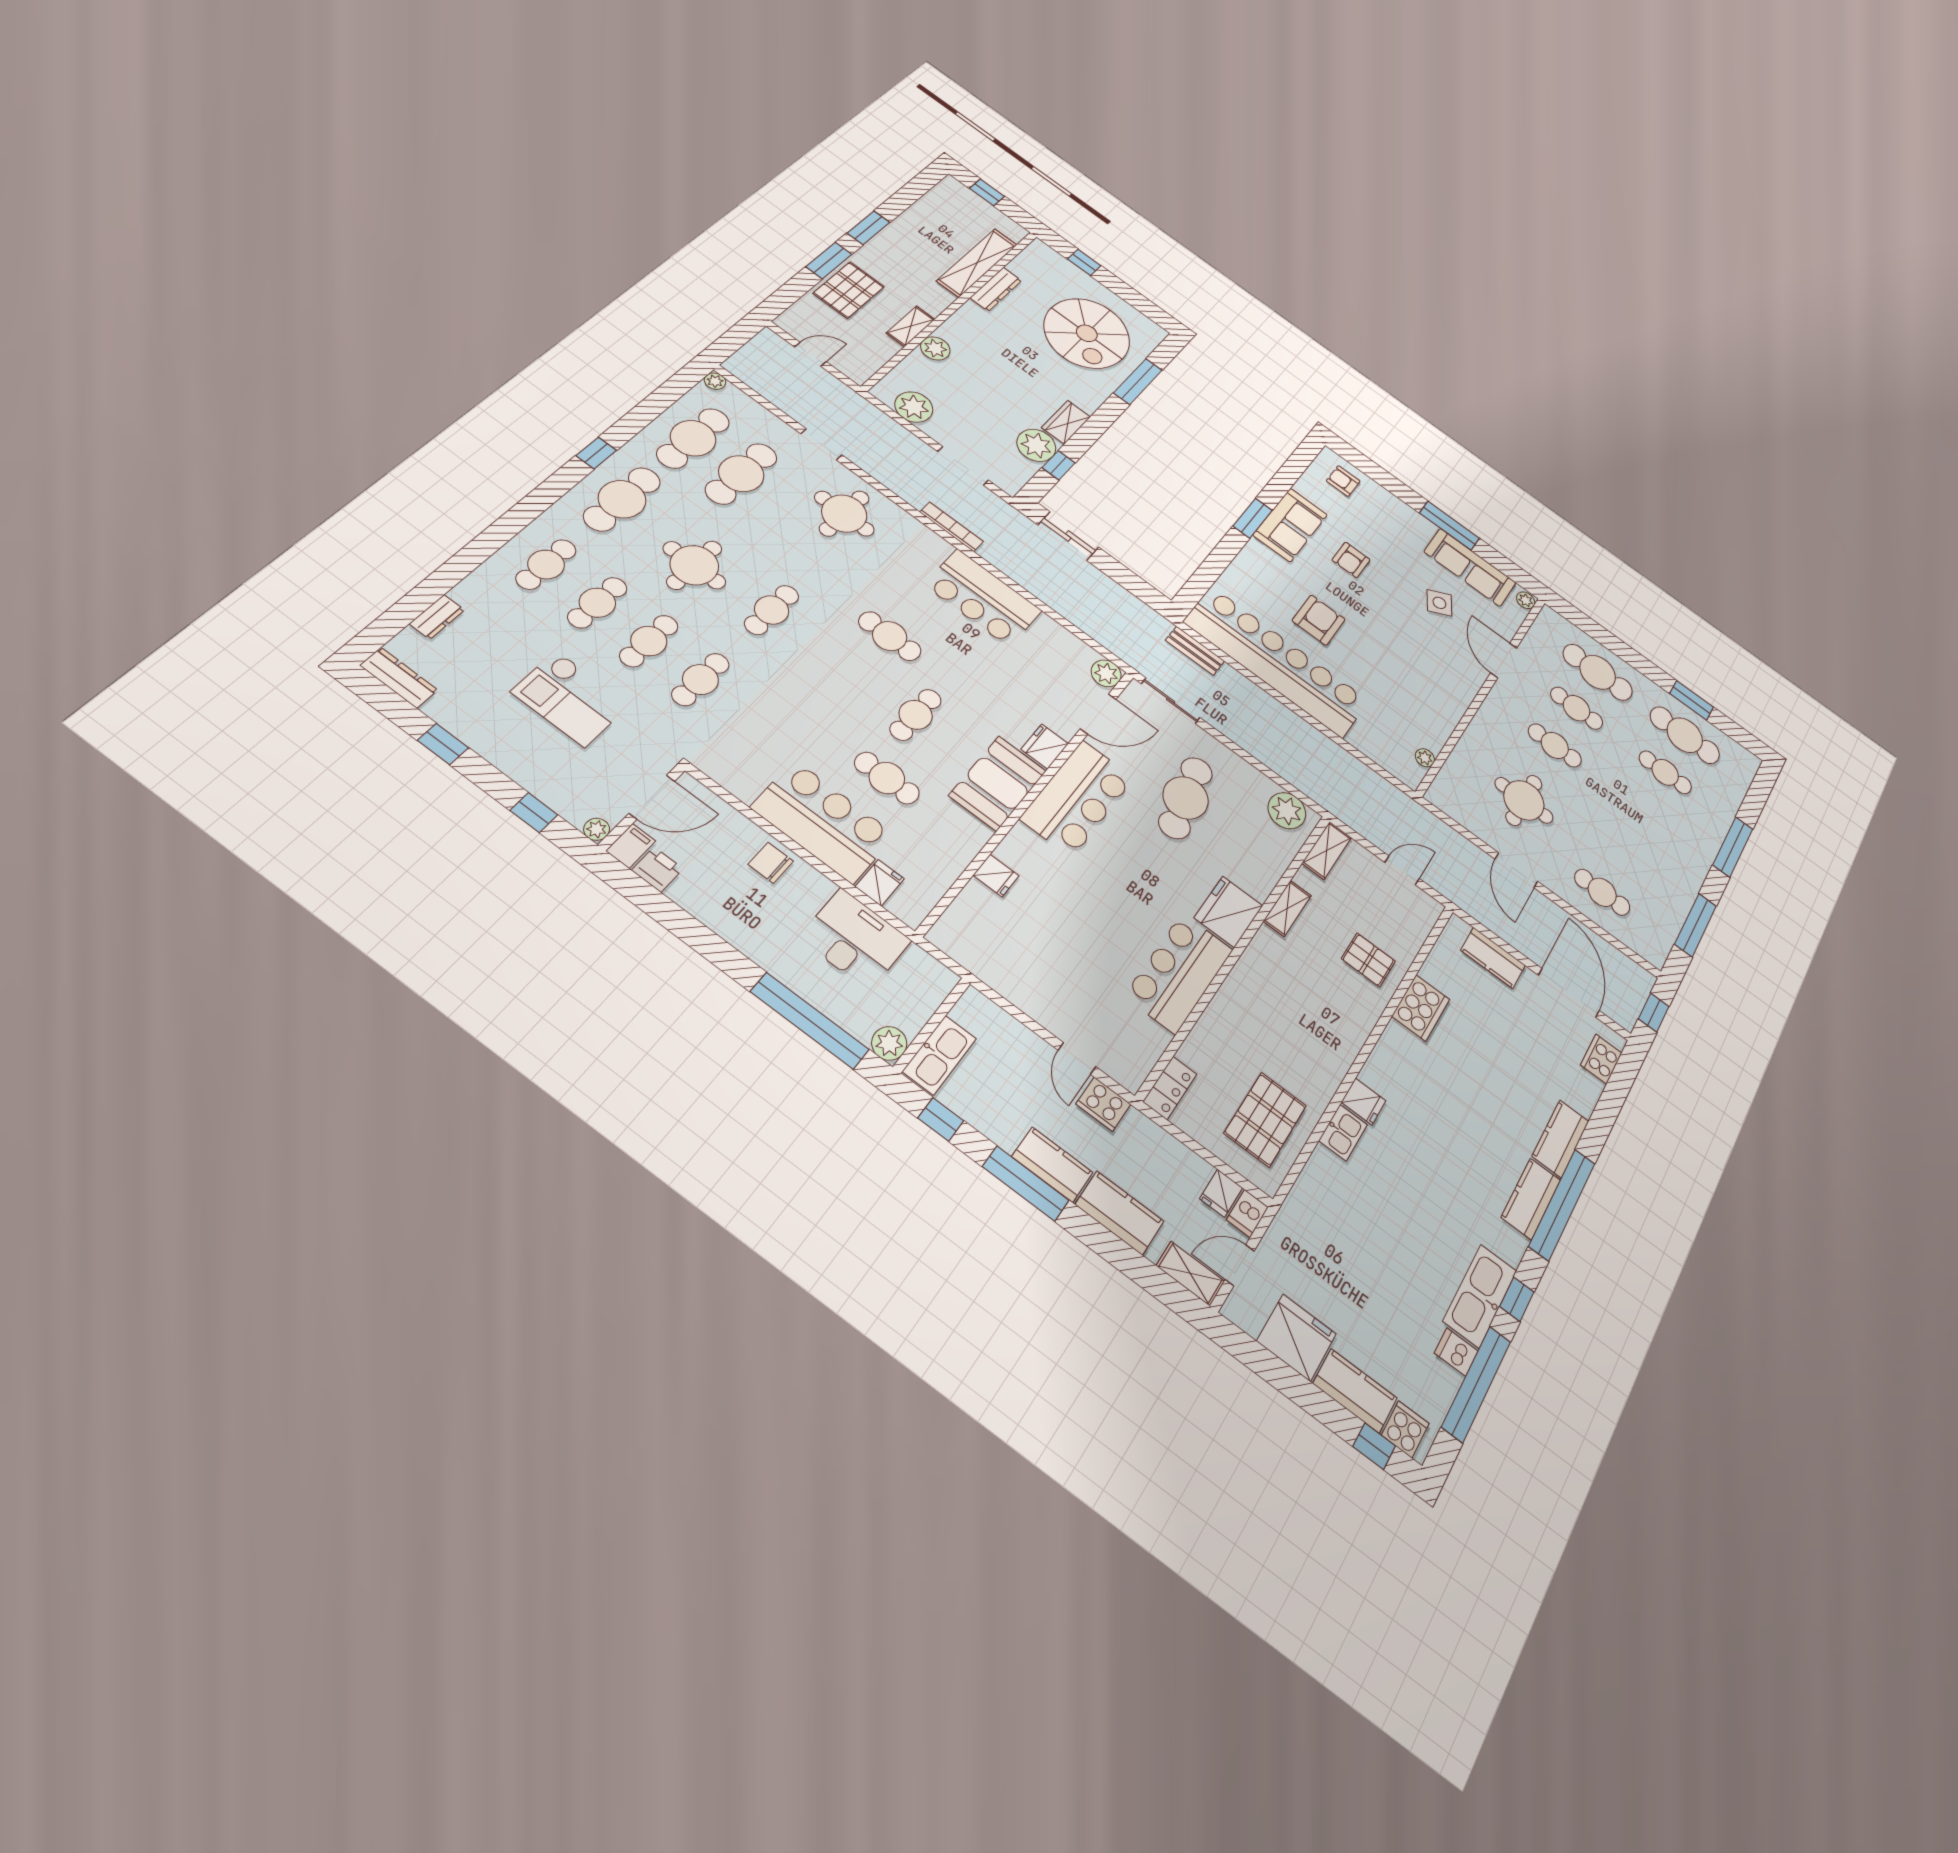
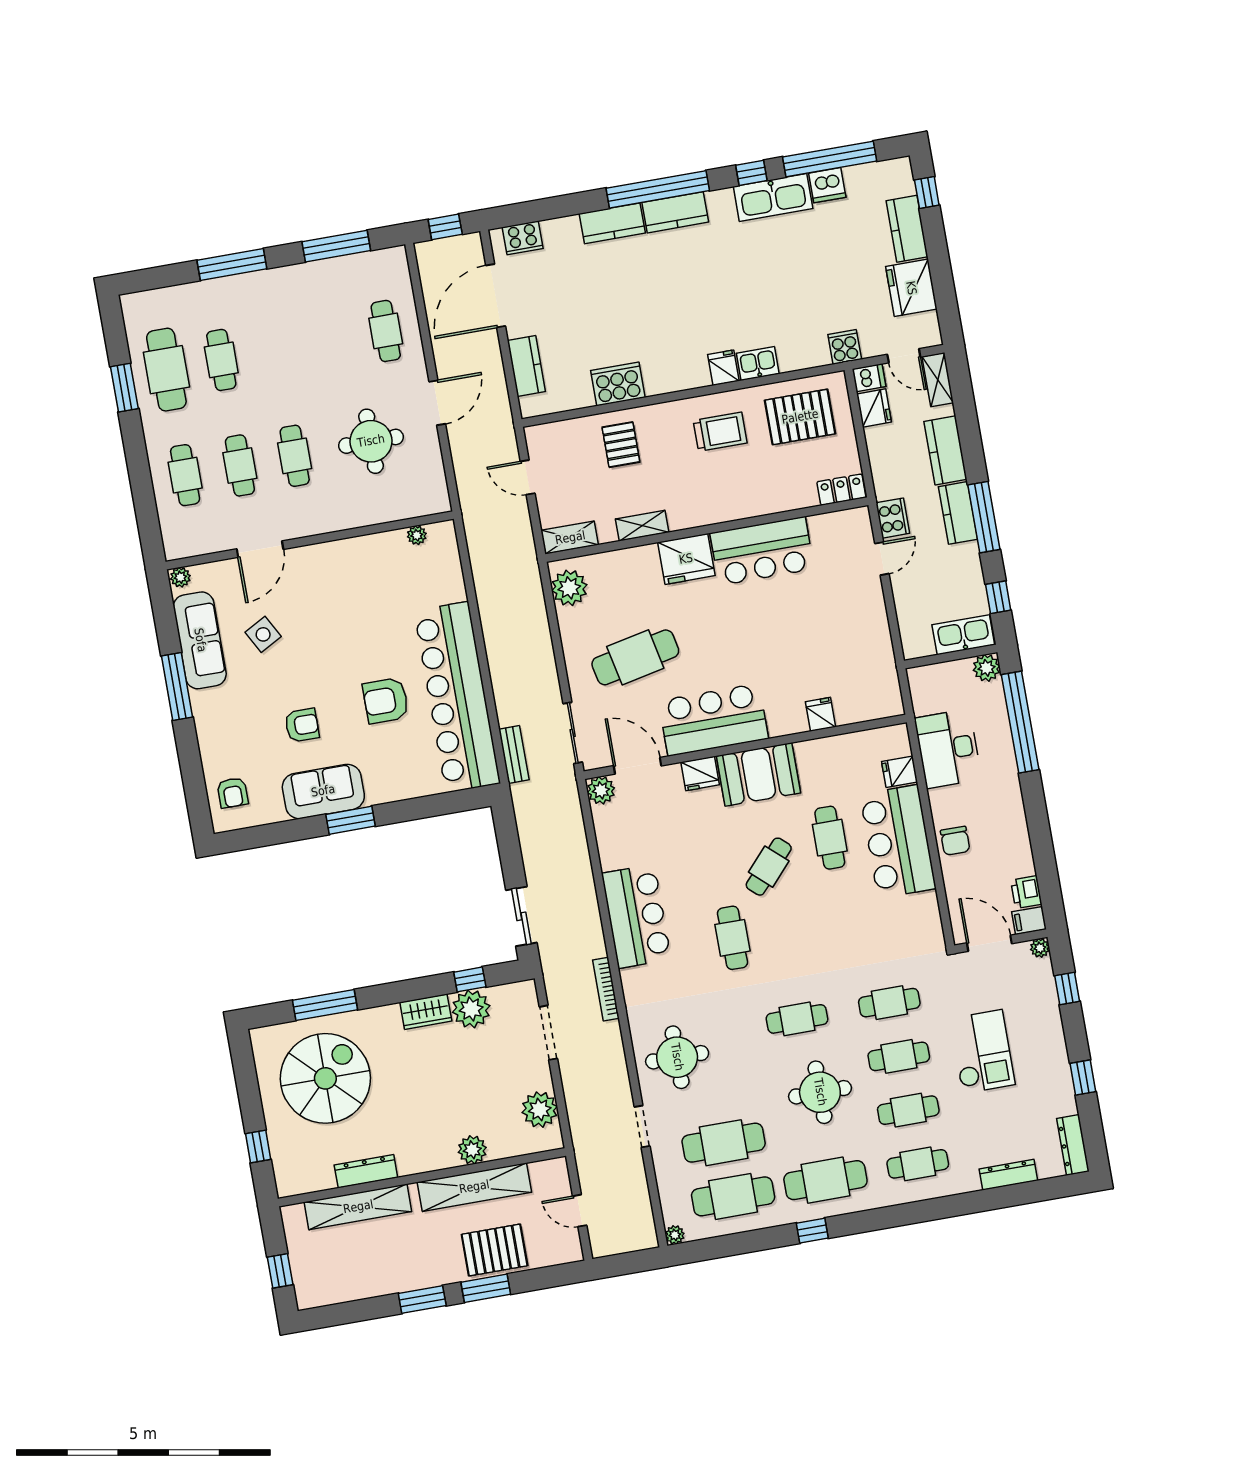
shelving: (911, 326) -> (474, 1187), width x2.20, depth x1.33
dresser: (437, 617) -> (1008, 1175), width x1.44
cafe table: (1598, 672) -> (185, 475), width x0.73, depth x0.74
cafe table: (916, 715) -> (769, 867), turned -48
trolley: (1311, 1043) -> (720, 432), added
fridge: (1221, 1193) -> (874, 408), width x1.38
dishwasher: (1456, 1352) -> (827, 185), width x1.38
cooker: (1405, 1429) -> (845, 347), moved, turned 90

